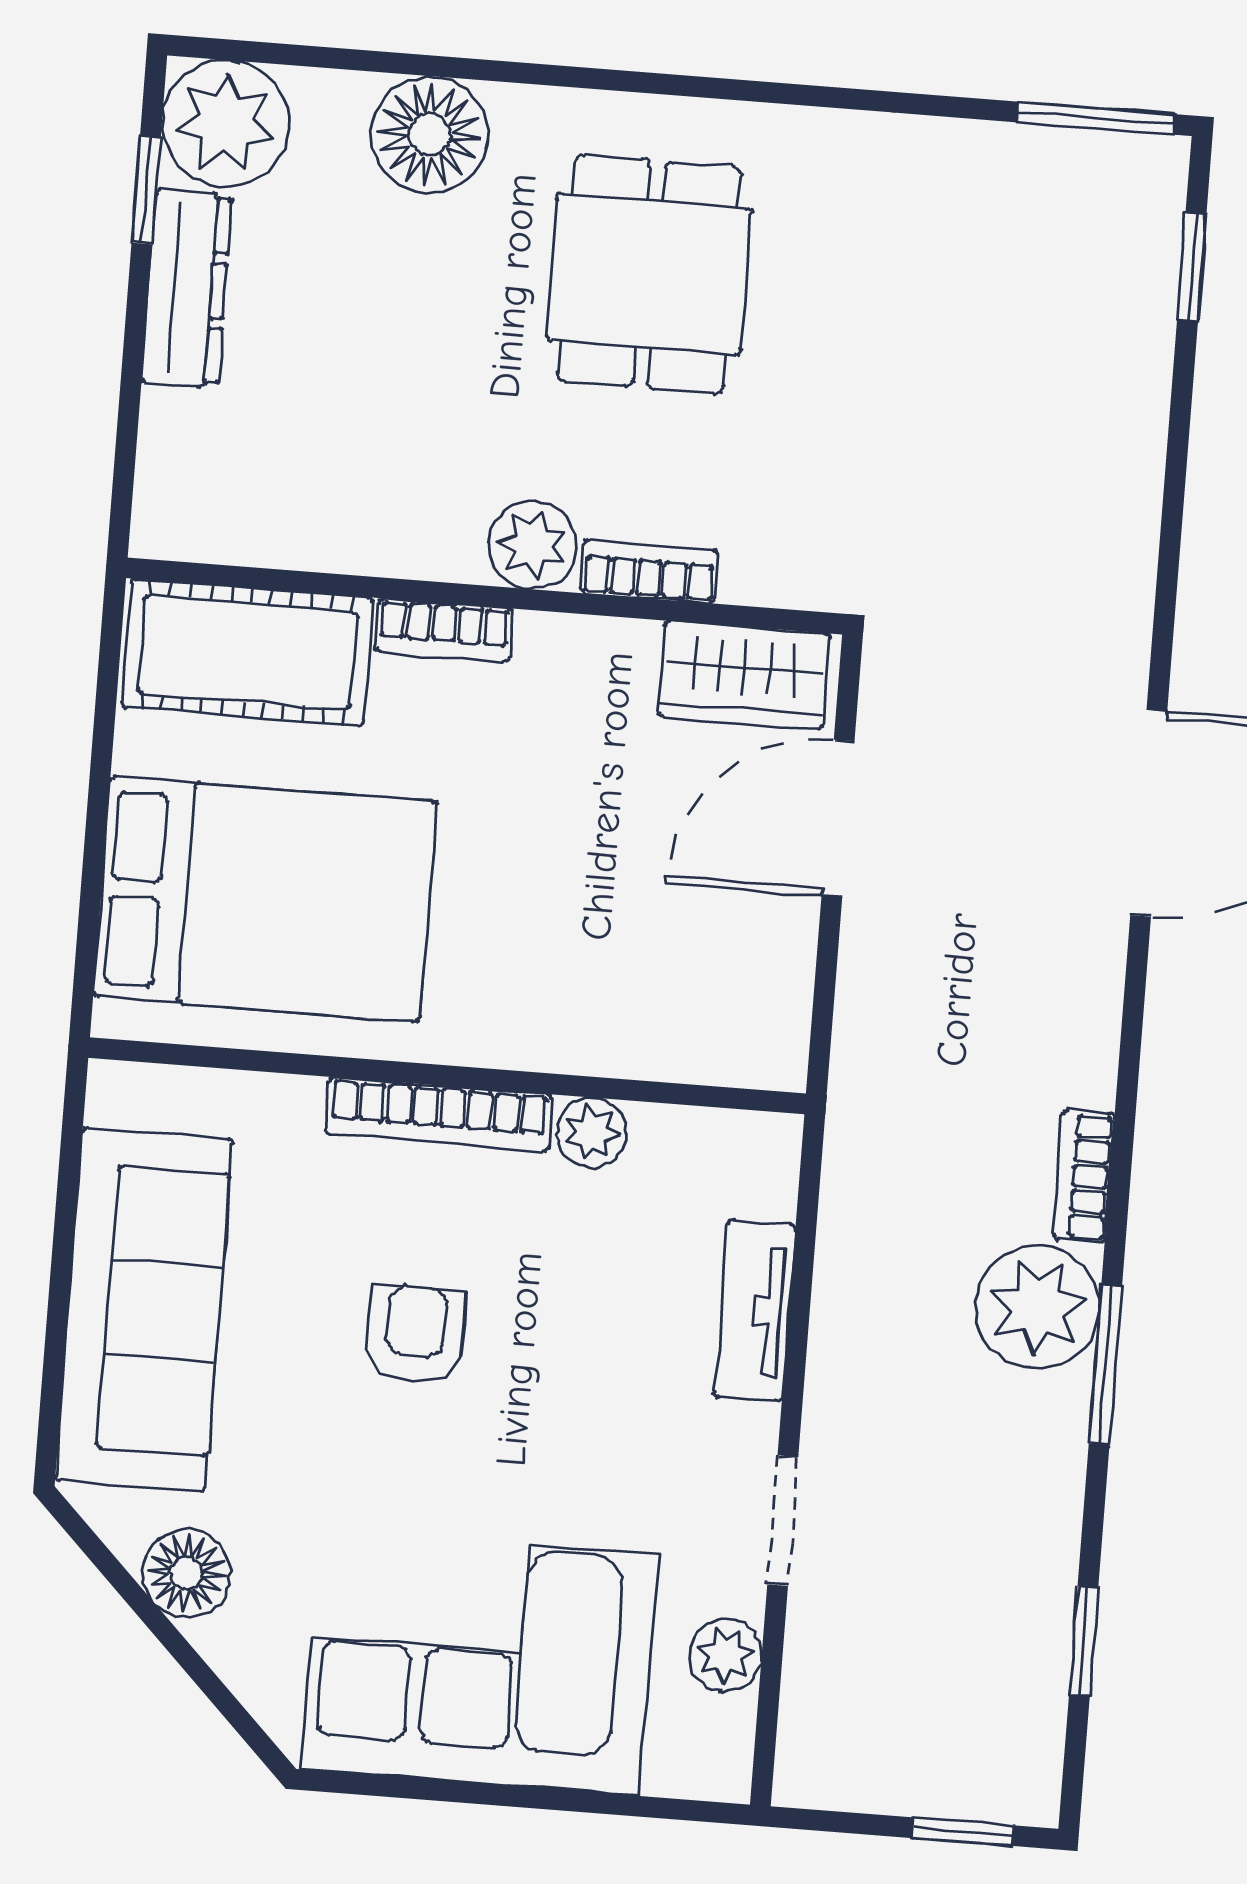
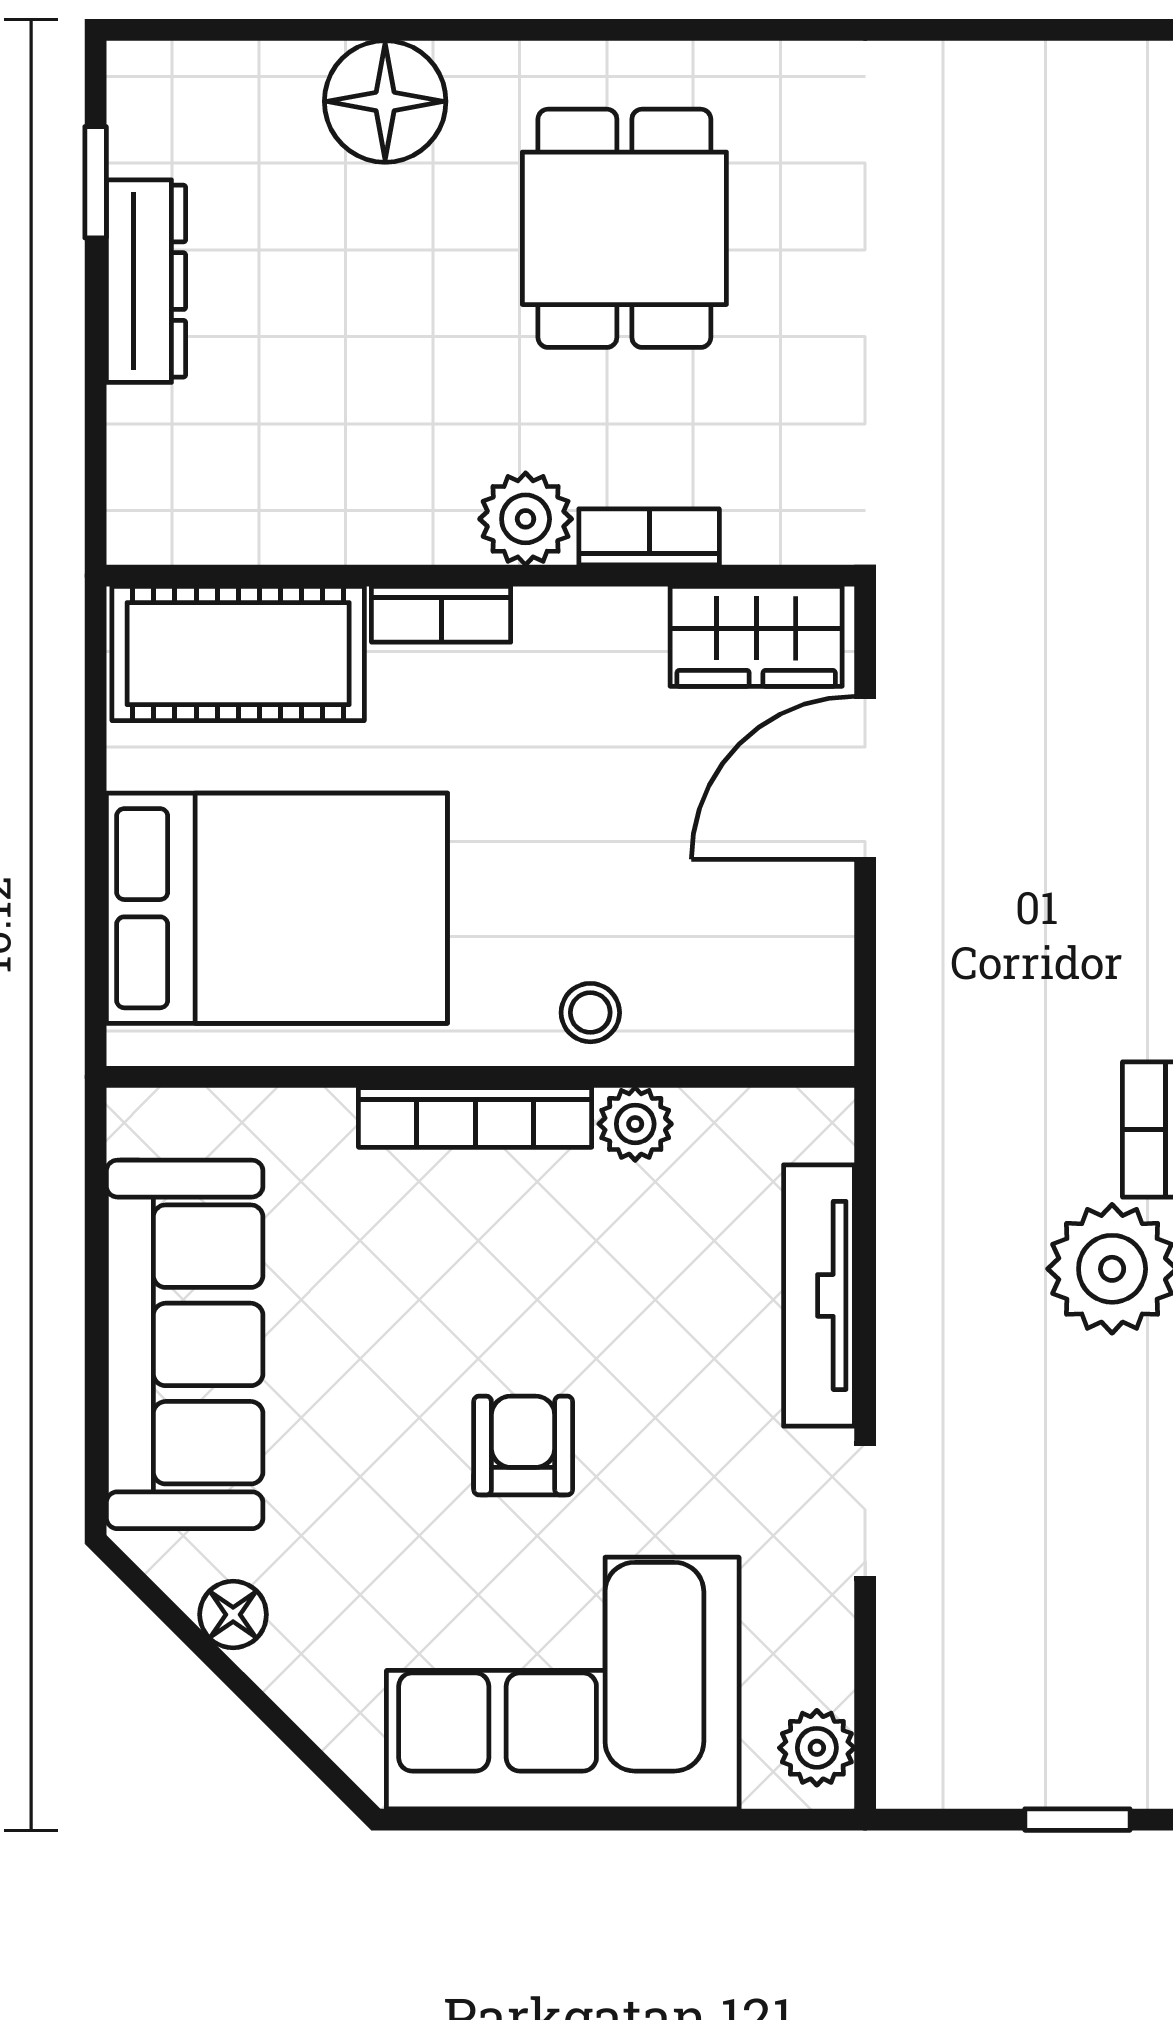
window: (1096, 118) -> (1075, 30), removed
plant: (225, 124) -> (172, 107), removed
stool: (557, 1022) -> (590, 1013), added
tv unit: (755, 1310) -> (819, 1295), width x1.41
armchair: (416, 1335) -> (523, 1446), moved
floor lamp: (187, 1573) -> (233, 1615), width x0.73, depth x0.73
plant: (726, 1655) -> (817, 1748), moved

